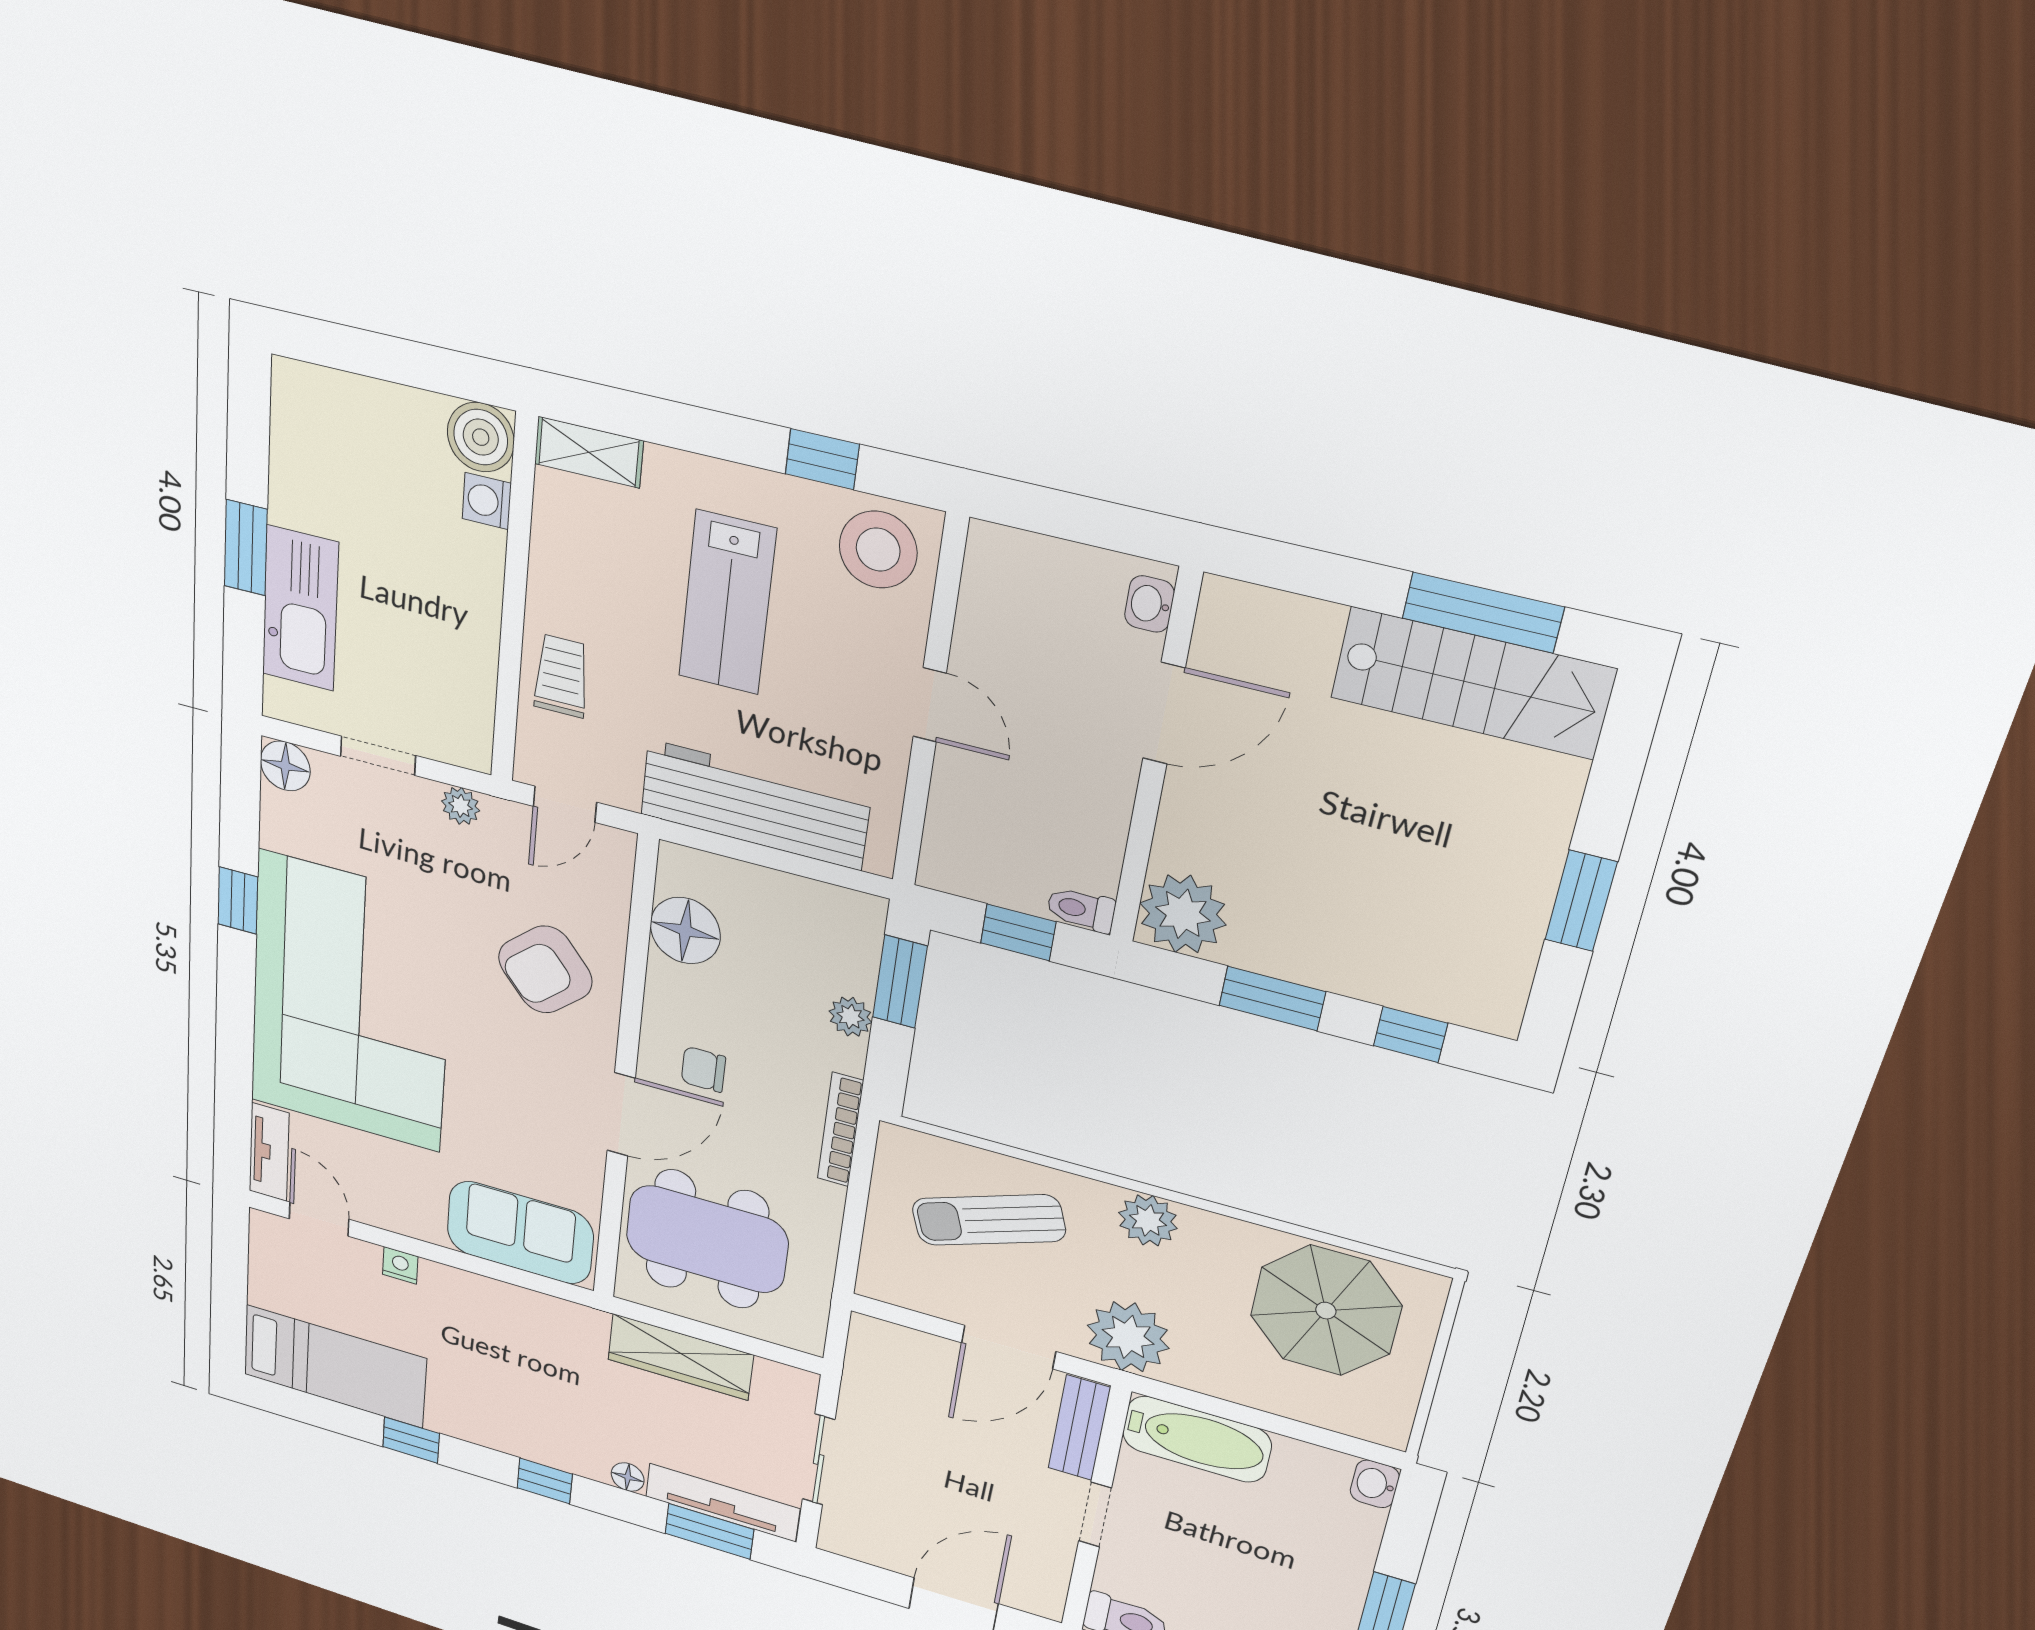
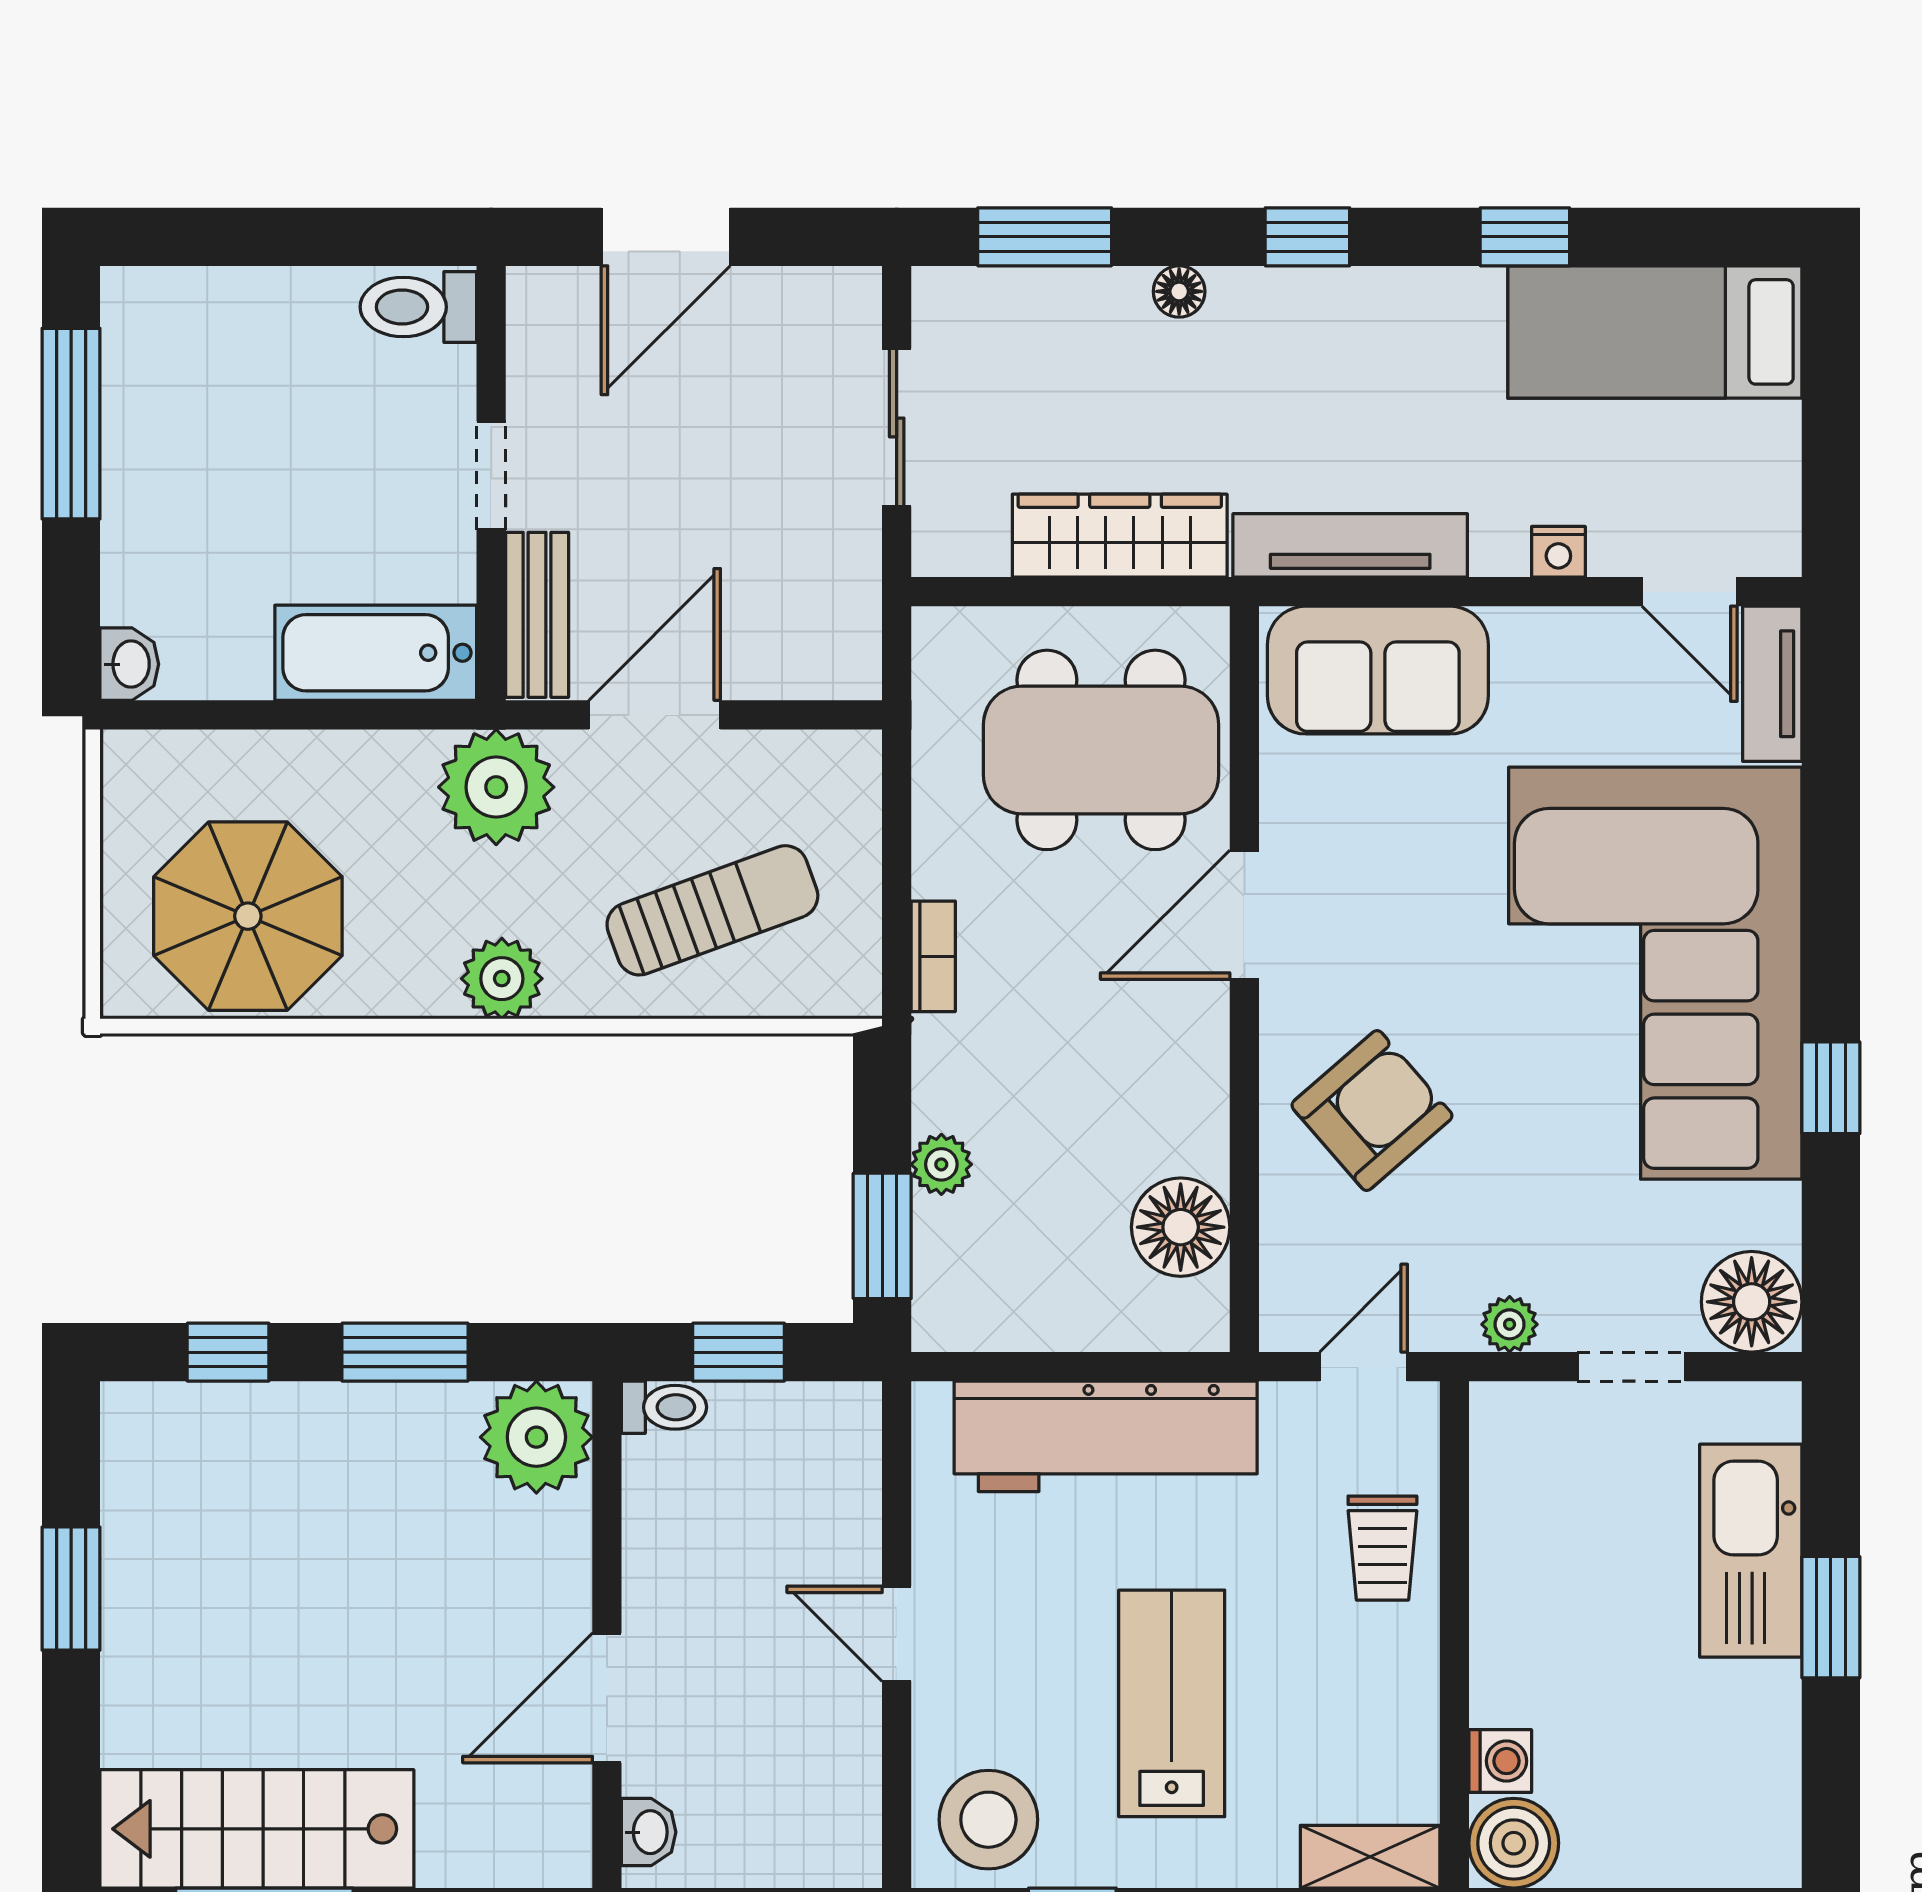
floor lamp: (285, 766) -> (1752, 1302), width x1.38, depth x1.38
chair: (703, 1069) -> (1134, 1022), removed
bookcase: (840, 1130) -> (933, 956), width x0.64
tv unit: (722, 1503) -> (1350, 545), moved, turned 180

